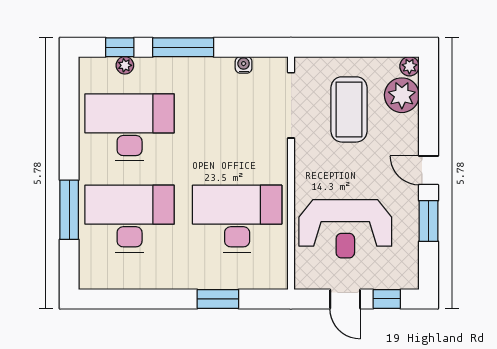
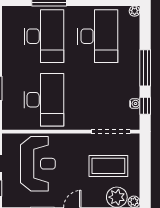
window: (120, 47) -> (145, 106), moved
plant: (125, 65) -> (135, 11), moved
reception desk: (345, 229) -> (38, 164), turned 180

